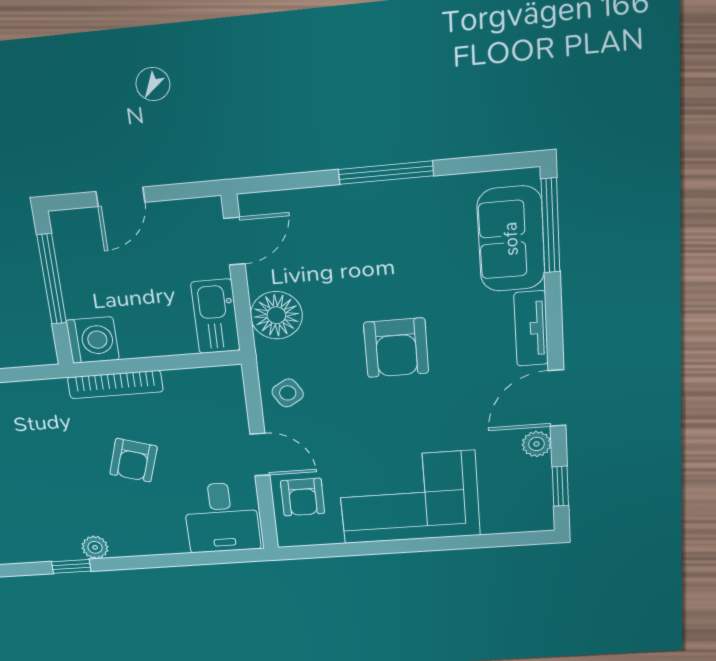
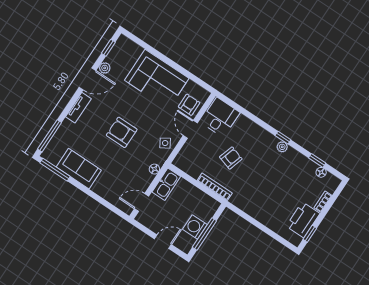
window: (386, 173) -> (55, 170), moved
sofa: (511, 239) -> (79, 169), moved, turned -90
floor lamp: (276, 315) -> (154, 169), width x0.53, depth x0.53
washing machine: (93, 340) -> (195, 227), moved
armchair: (396, 348) -> (122, 132), turned -90
plant: (95, 547) -> (282, 147), moved

